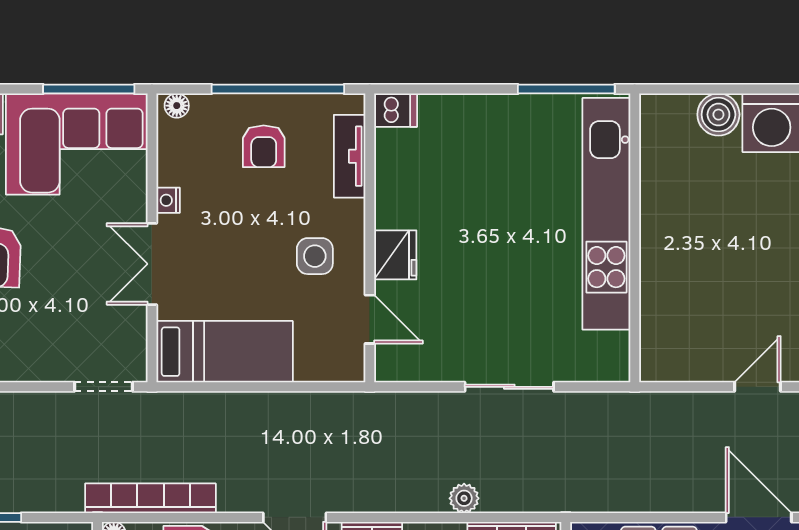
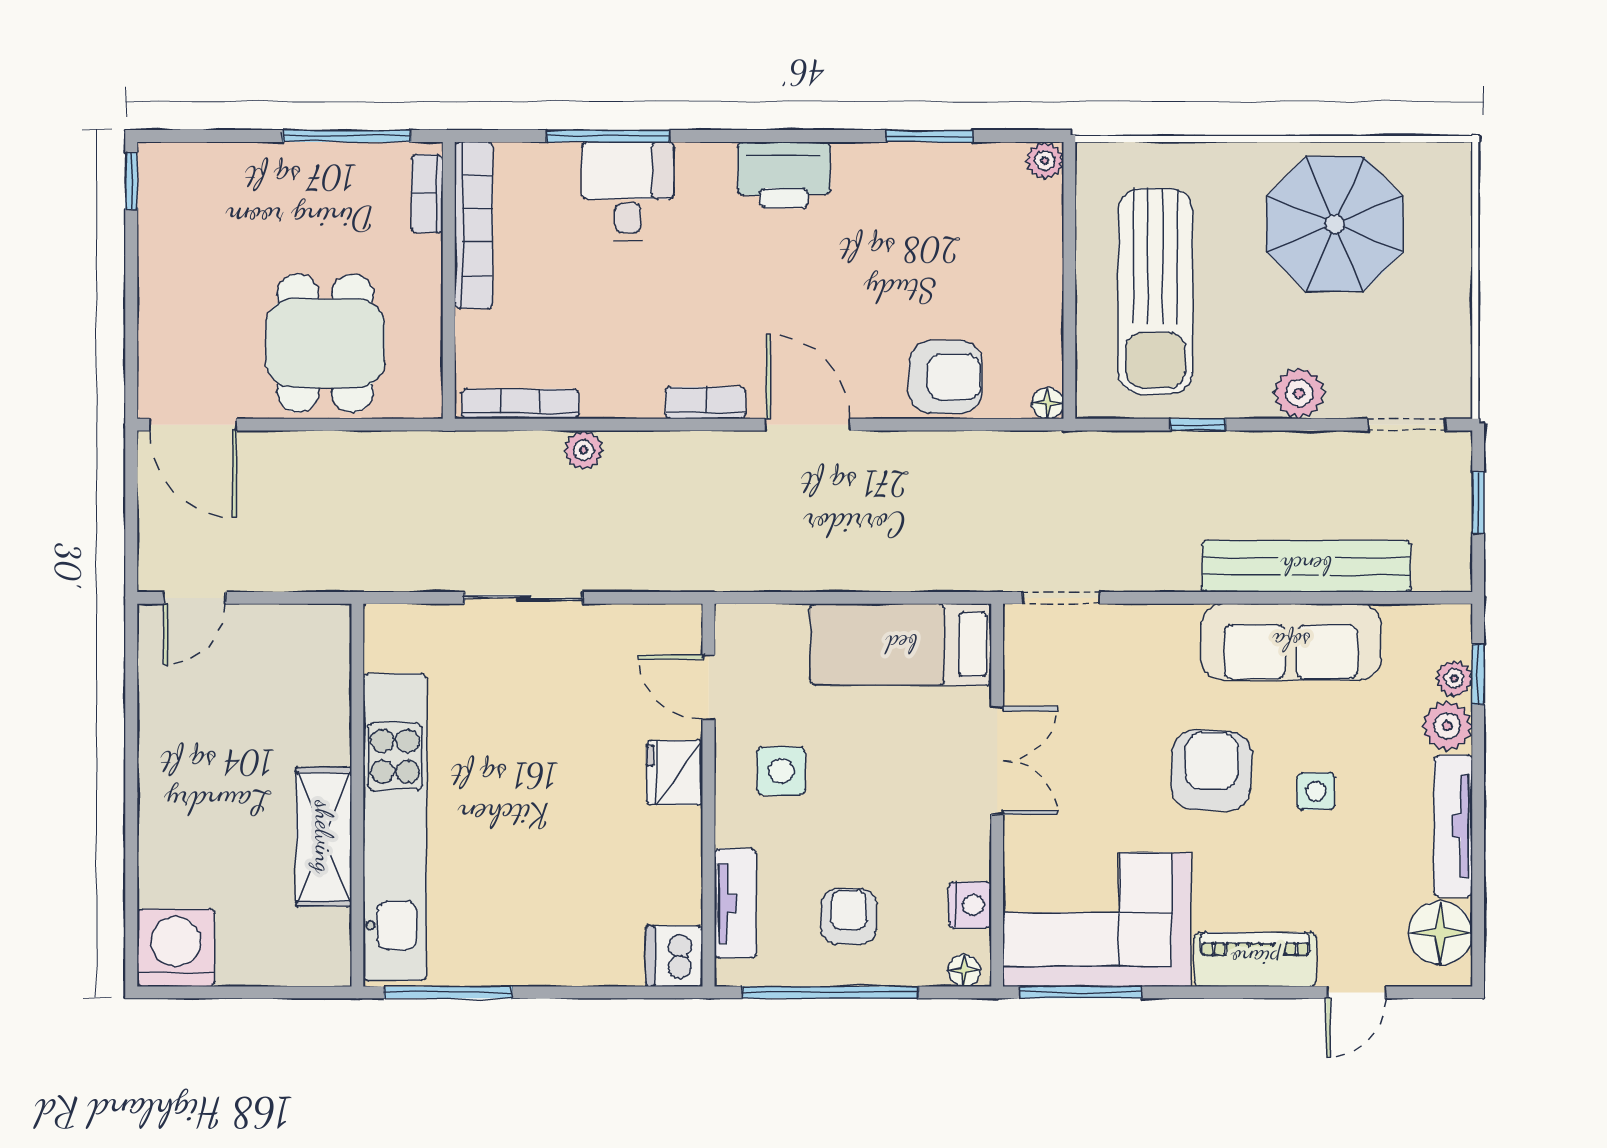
dishwasher: (396, 110) -> (674, 956), width x1.38
boiler: (718, 115) -> (246, 959), removed
nightstand: (168, 200) -> (970, 905), moved, width x1.39, depth x1.35
shelving: (660, 206) -> (324, 837), added
bookcase: (150, 498) -> (999, 450), removed

